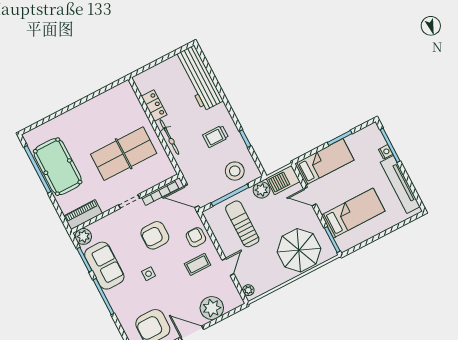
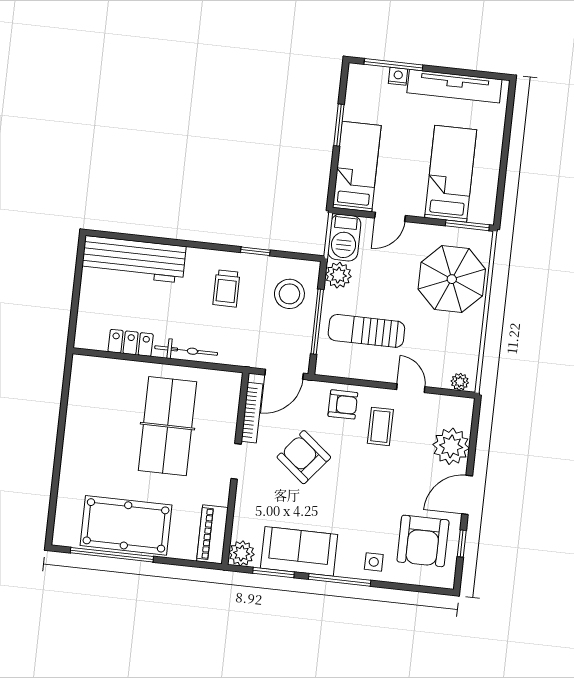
armchair: (155, 235) -> (304, 457), turned 129
armchair: (196, 237) -> (343, 404), turned 180
side table: (149, 274) -> (374, 562), moved

